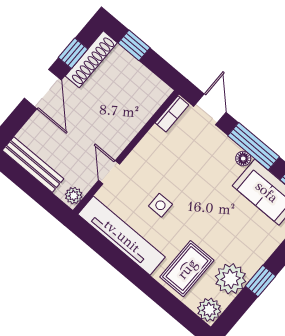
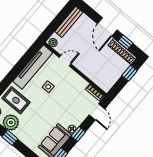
door: (43, 89) -> (107, 27), hinge flipped
door: (210, 109) -> (97, 112), hinge flipped
window: (254, 146) -> (78, 134), width x0.46

